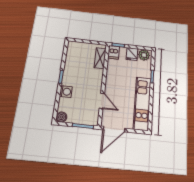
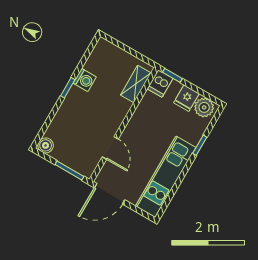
washing machine: (66, 92) -> (85, 80), moved

